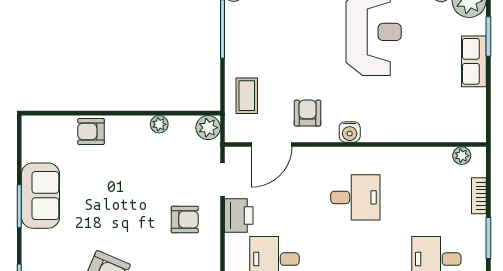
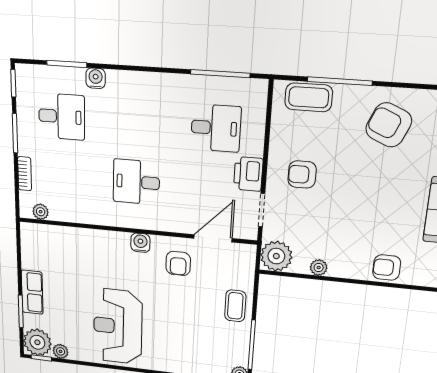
coffee table: (247, 96) -> (235, 306), moved
plant: (208, 128) -> (276, 256), width x1.36, depth x1.36
armchair: (91, 131) -> (387, 268), turned 180

